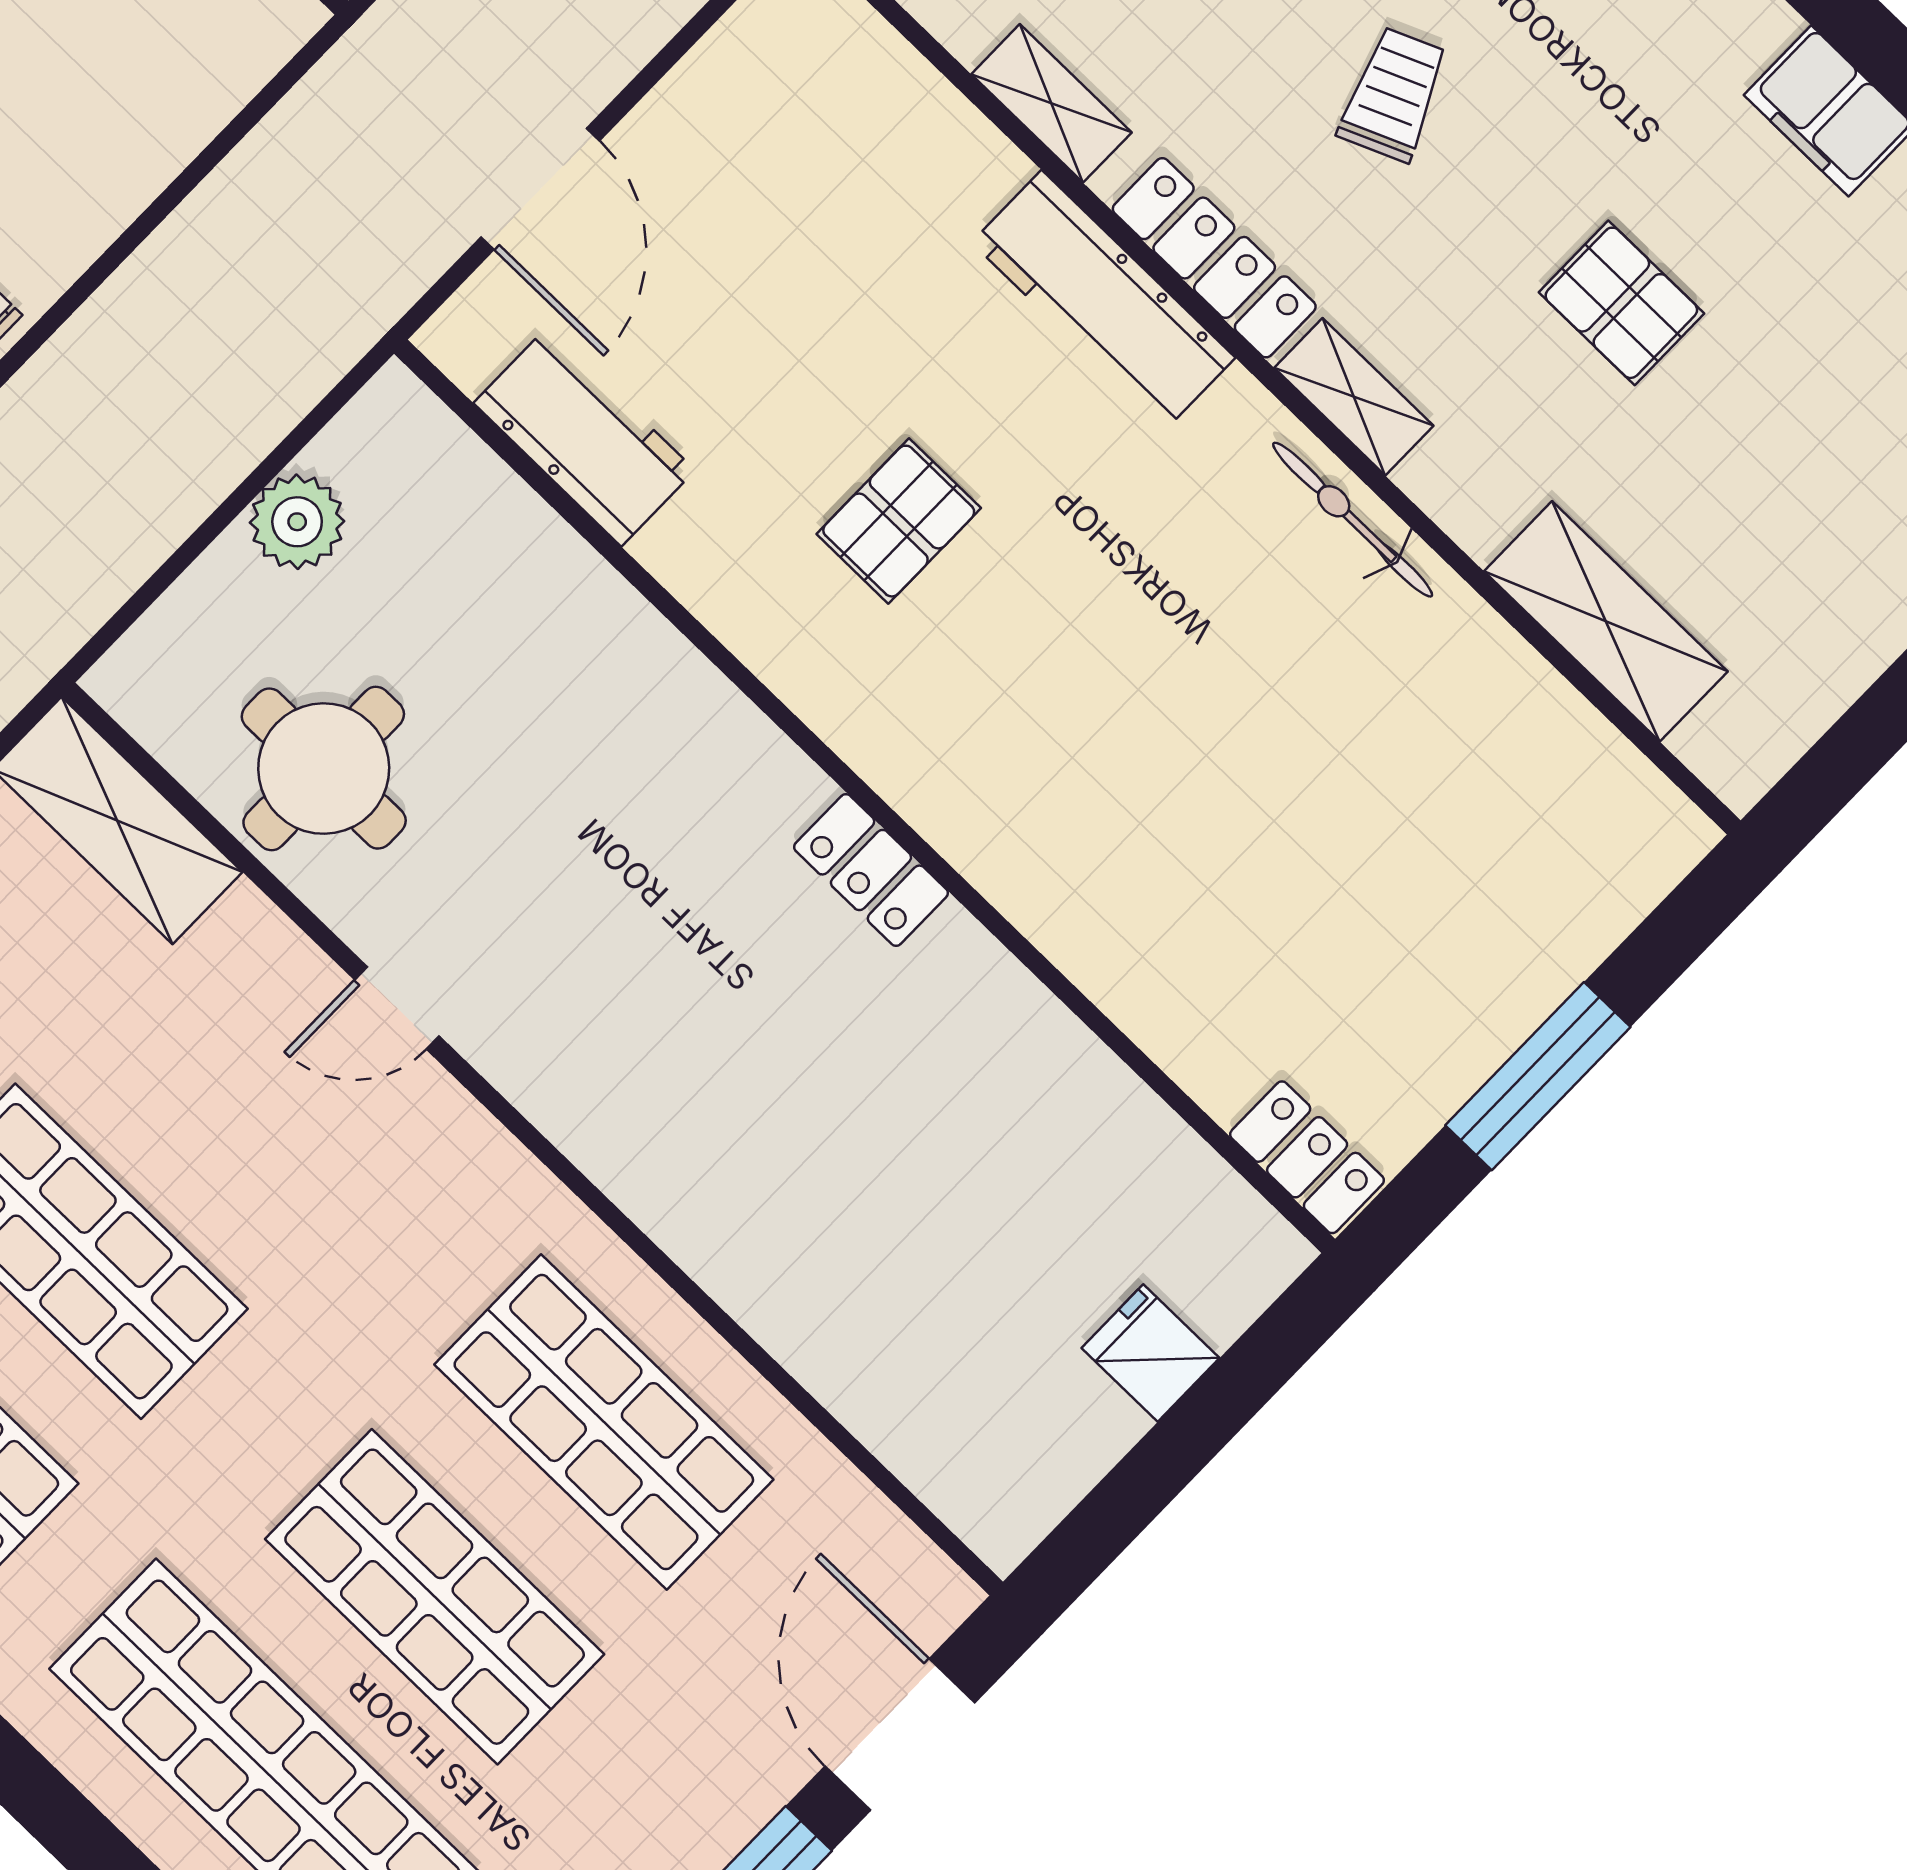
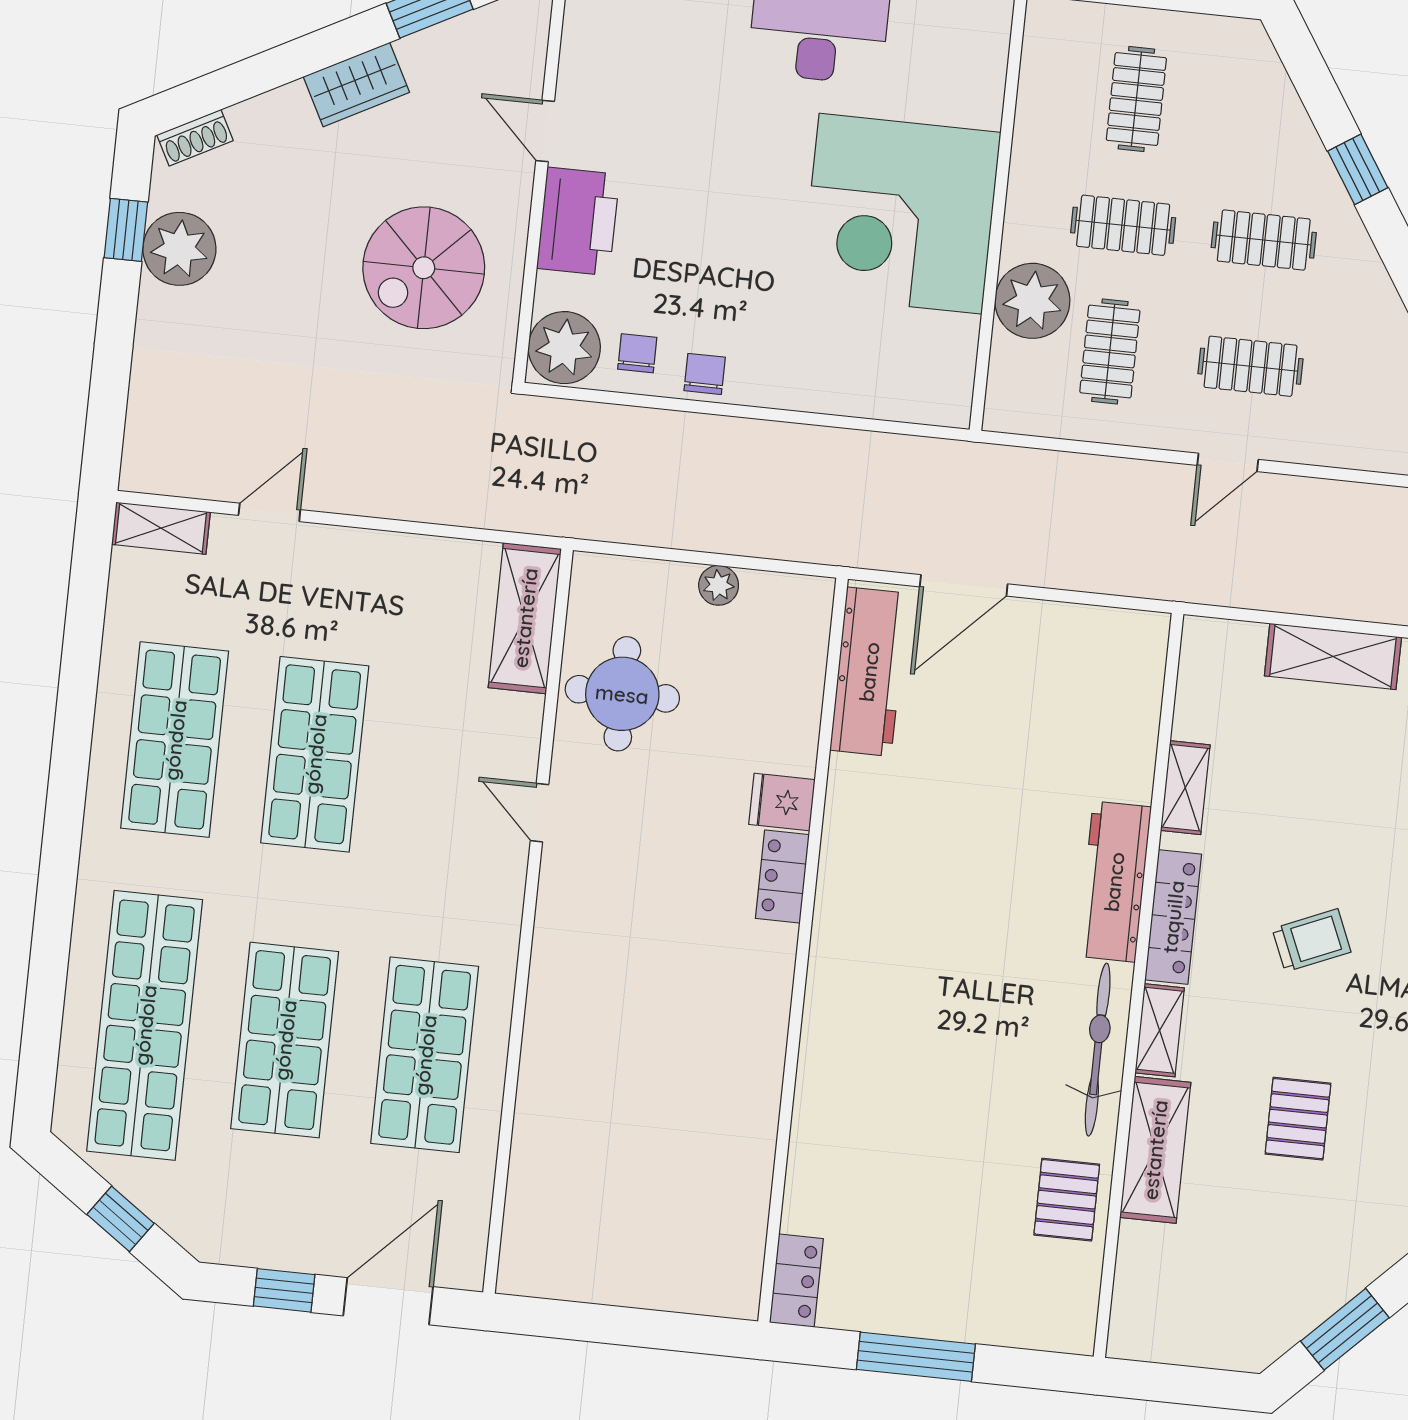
workbench: (584, 437) -> (869, 672), width x1.38
bicycle: (1353, 520) -> (1098, 1050), width x1.37, depth x1.40
pallet: (899, 521) -> (1067, 1200), moved, turned 90
plant: (297, 522) -> (719, 585), width x0.73, depth x0.73
shelving: (1606, 621) -> (1155, 1150), moved
locker: (871, 870) -> (782, 877), moved
fridge: (1151, 1353) -> (782, 802), moved, turned -90

